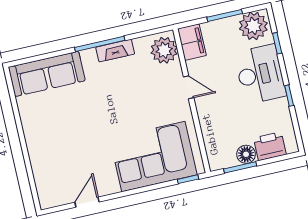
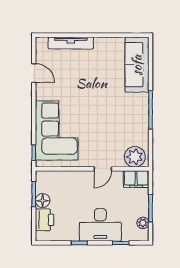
plant: (253, 26) -> (143, 223), width x0.53, depth x0.53
fireplace: (115, 51) -> (143, 120), removed
tv unit: (38, 164) -> (71, 43), added

